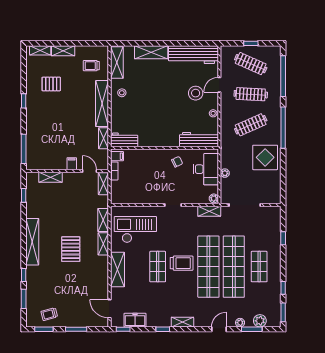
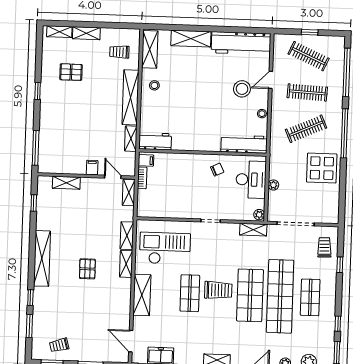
trolley: (270, 224) -> (324, 247), added
pallet: (71, 249) -> (87, 269), width x0.67, depth x0.71
shop shelf: (208, 267) -> (250, 295), width x0.71

